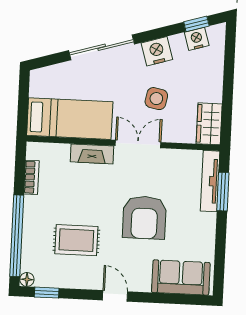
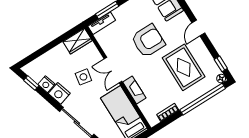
nightstand: (197, 39) -> (46, 84), moved
tv unit: (210, 181) -> (102, 23), width x0.71
rug: (76, 240) -> (184, 67), width x1.36, depth x1.43

